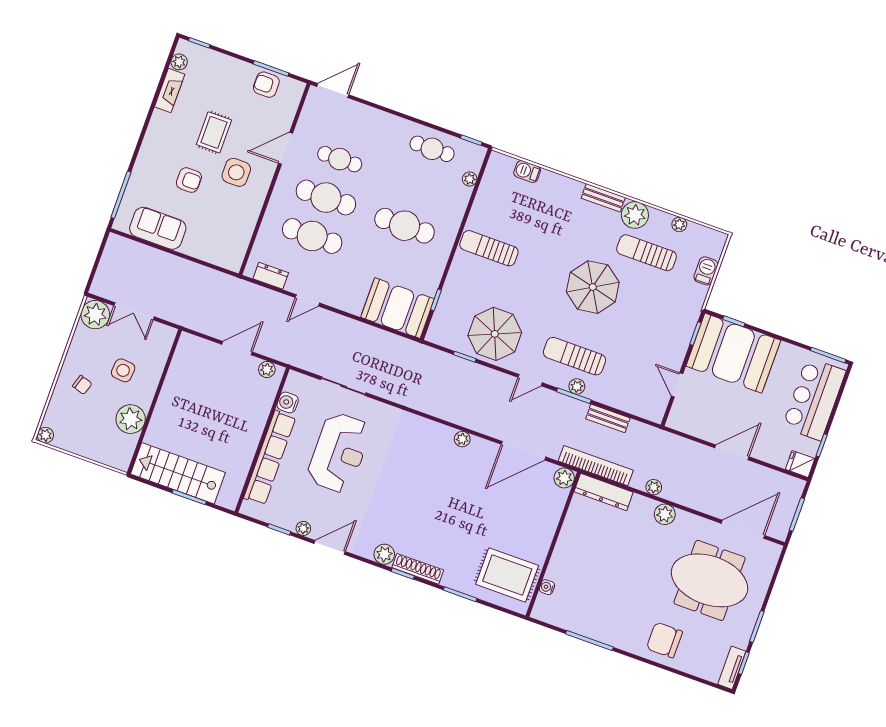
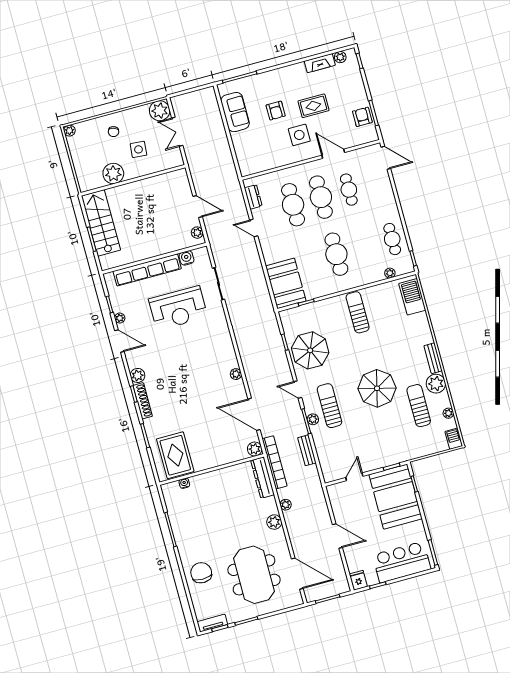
barbecue: (527, 172) -> (412, 297), width x1.88, depth x1.53
barbecue: (706, 271) -> (454, 439), moved, turned -90

